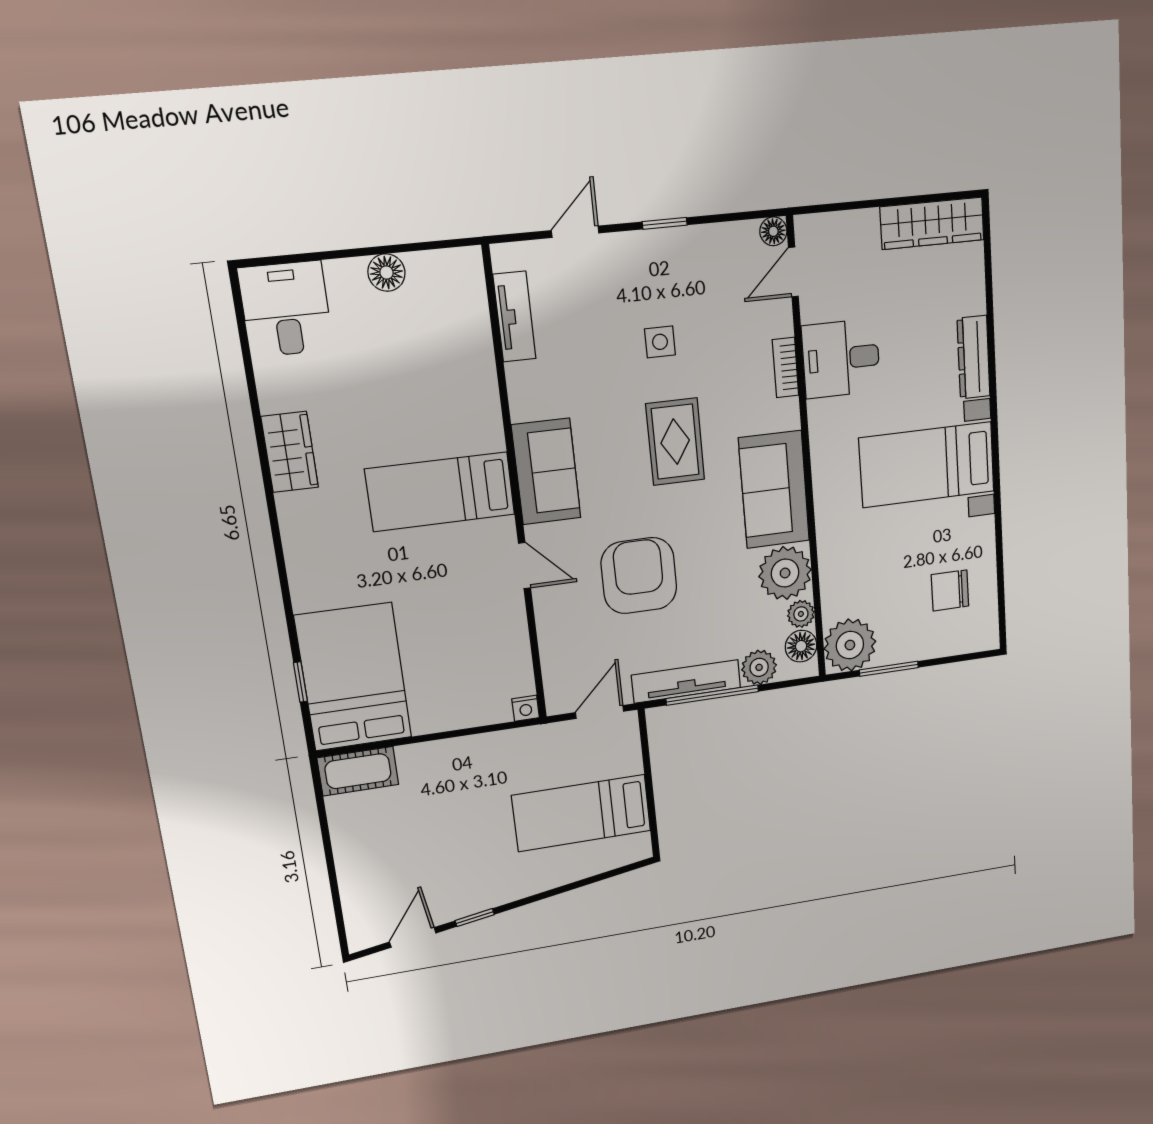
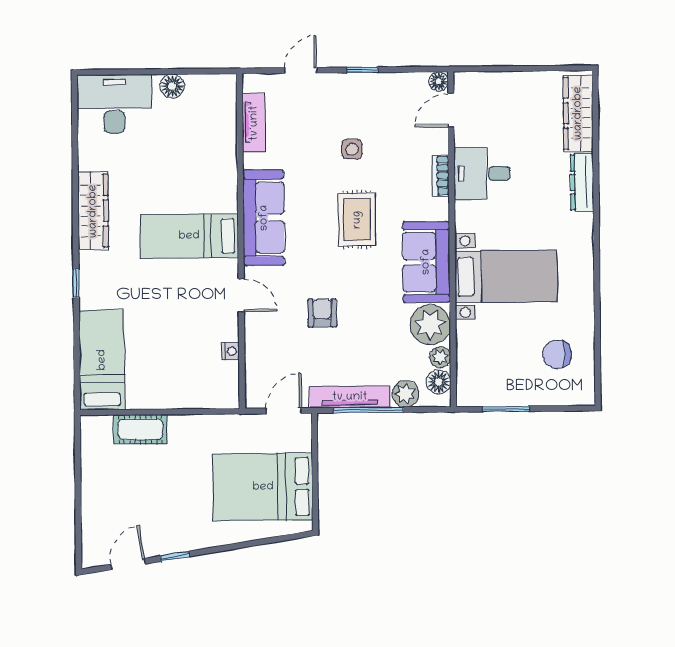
wardrobe: (932, 223) -> (578, 113), moved, turned 90
desk: (286, 309) -> (114, 104), width x1.37
wardrobe: (290, 452) -> (93, 211), width x1.50
bed with nightstands: (927, 465) -> (506, 276), moved, turned 180
sofa: (546, 472) -> (264, 218), width x1.36
armchair: (639, 576) -> (322, 313), width x0.53, depth x0.53
plant: (850, 645) -> (476, 386), removed
bed: (353, 677) -> (102, 360), width x0.67
window: (300, 682) -> (76, 283), moved
nightstand: (526, 708) -> (231, 351), moved, turned -90
cot: (358, 771) -> (140, 429), moved
bed: (582, 813) -> (263, 487), width x1.50

